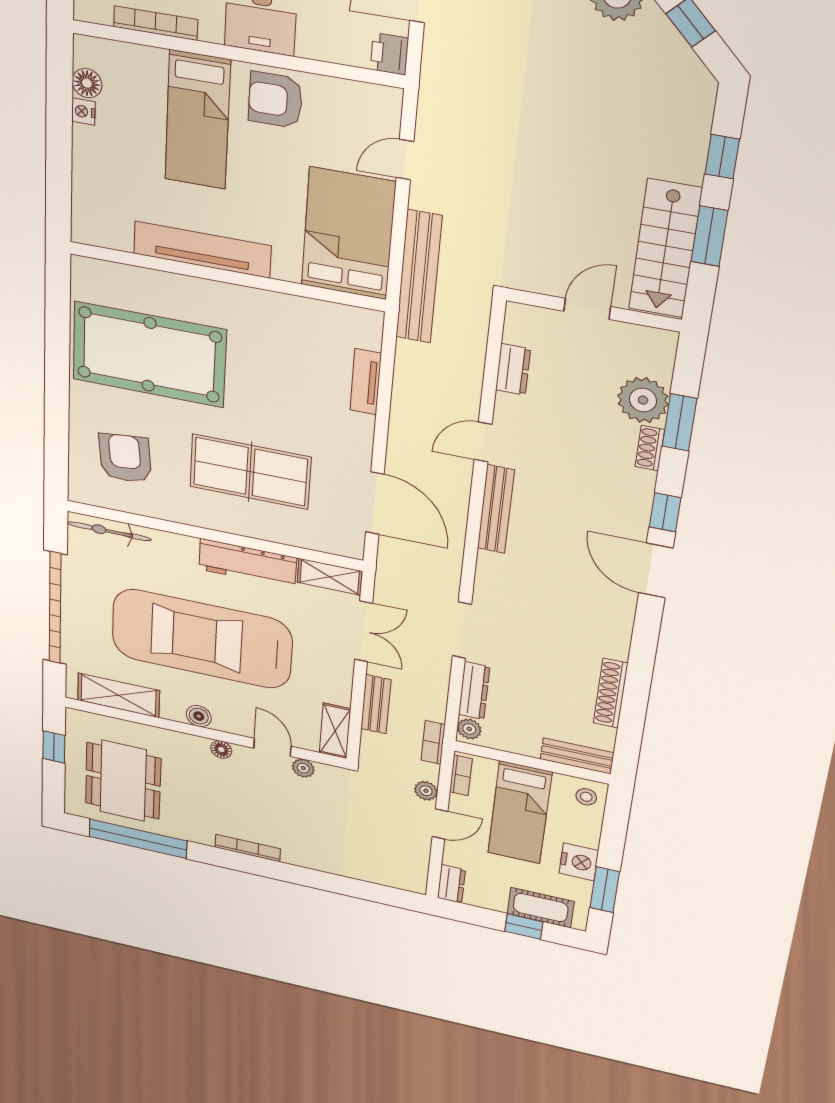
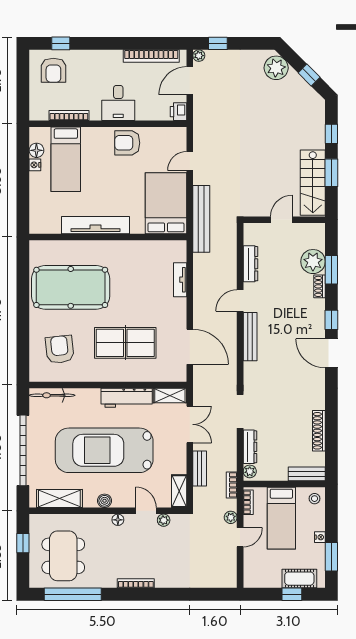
bed: (198, 120) -> (66, 159), moved
dresser: (513, 369) -> (250, 264), width x1.44
nightstand: (579, 862) -> (320, 537), width x0.53, depth x0.56
dresser: (451, 884) -> (250, 576), removed

